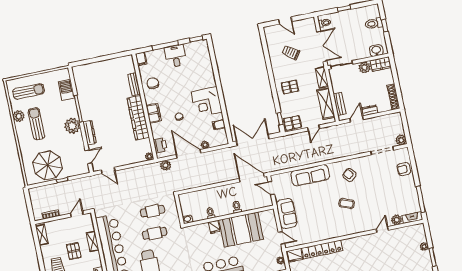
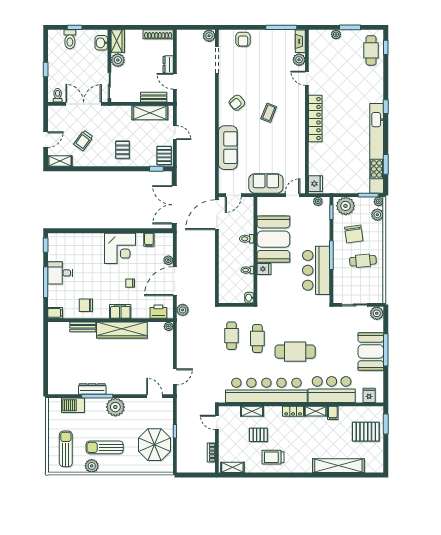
shelving: (322, 78) -> (60, 161), moved
dresser: (89, 133) -> (92, 389), moved
locker: (322, 249) -> (315, 119), moved

